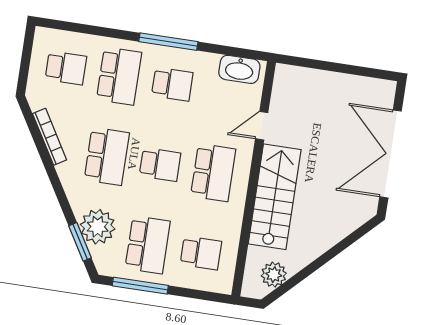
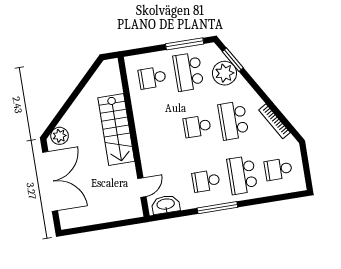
door: (262, 126) -> (142, 187), moved
school desk: (213, 173) -> (161, 132), removed
plant: (274, 275) -> (60, 136), moved

